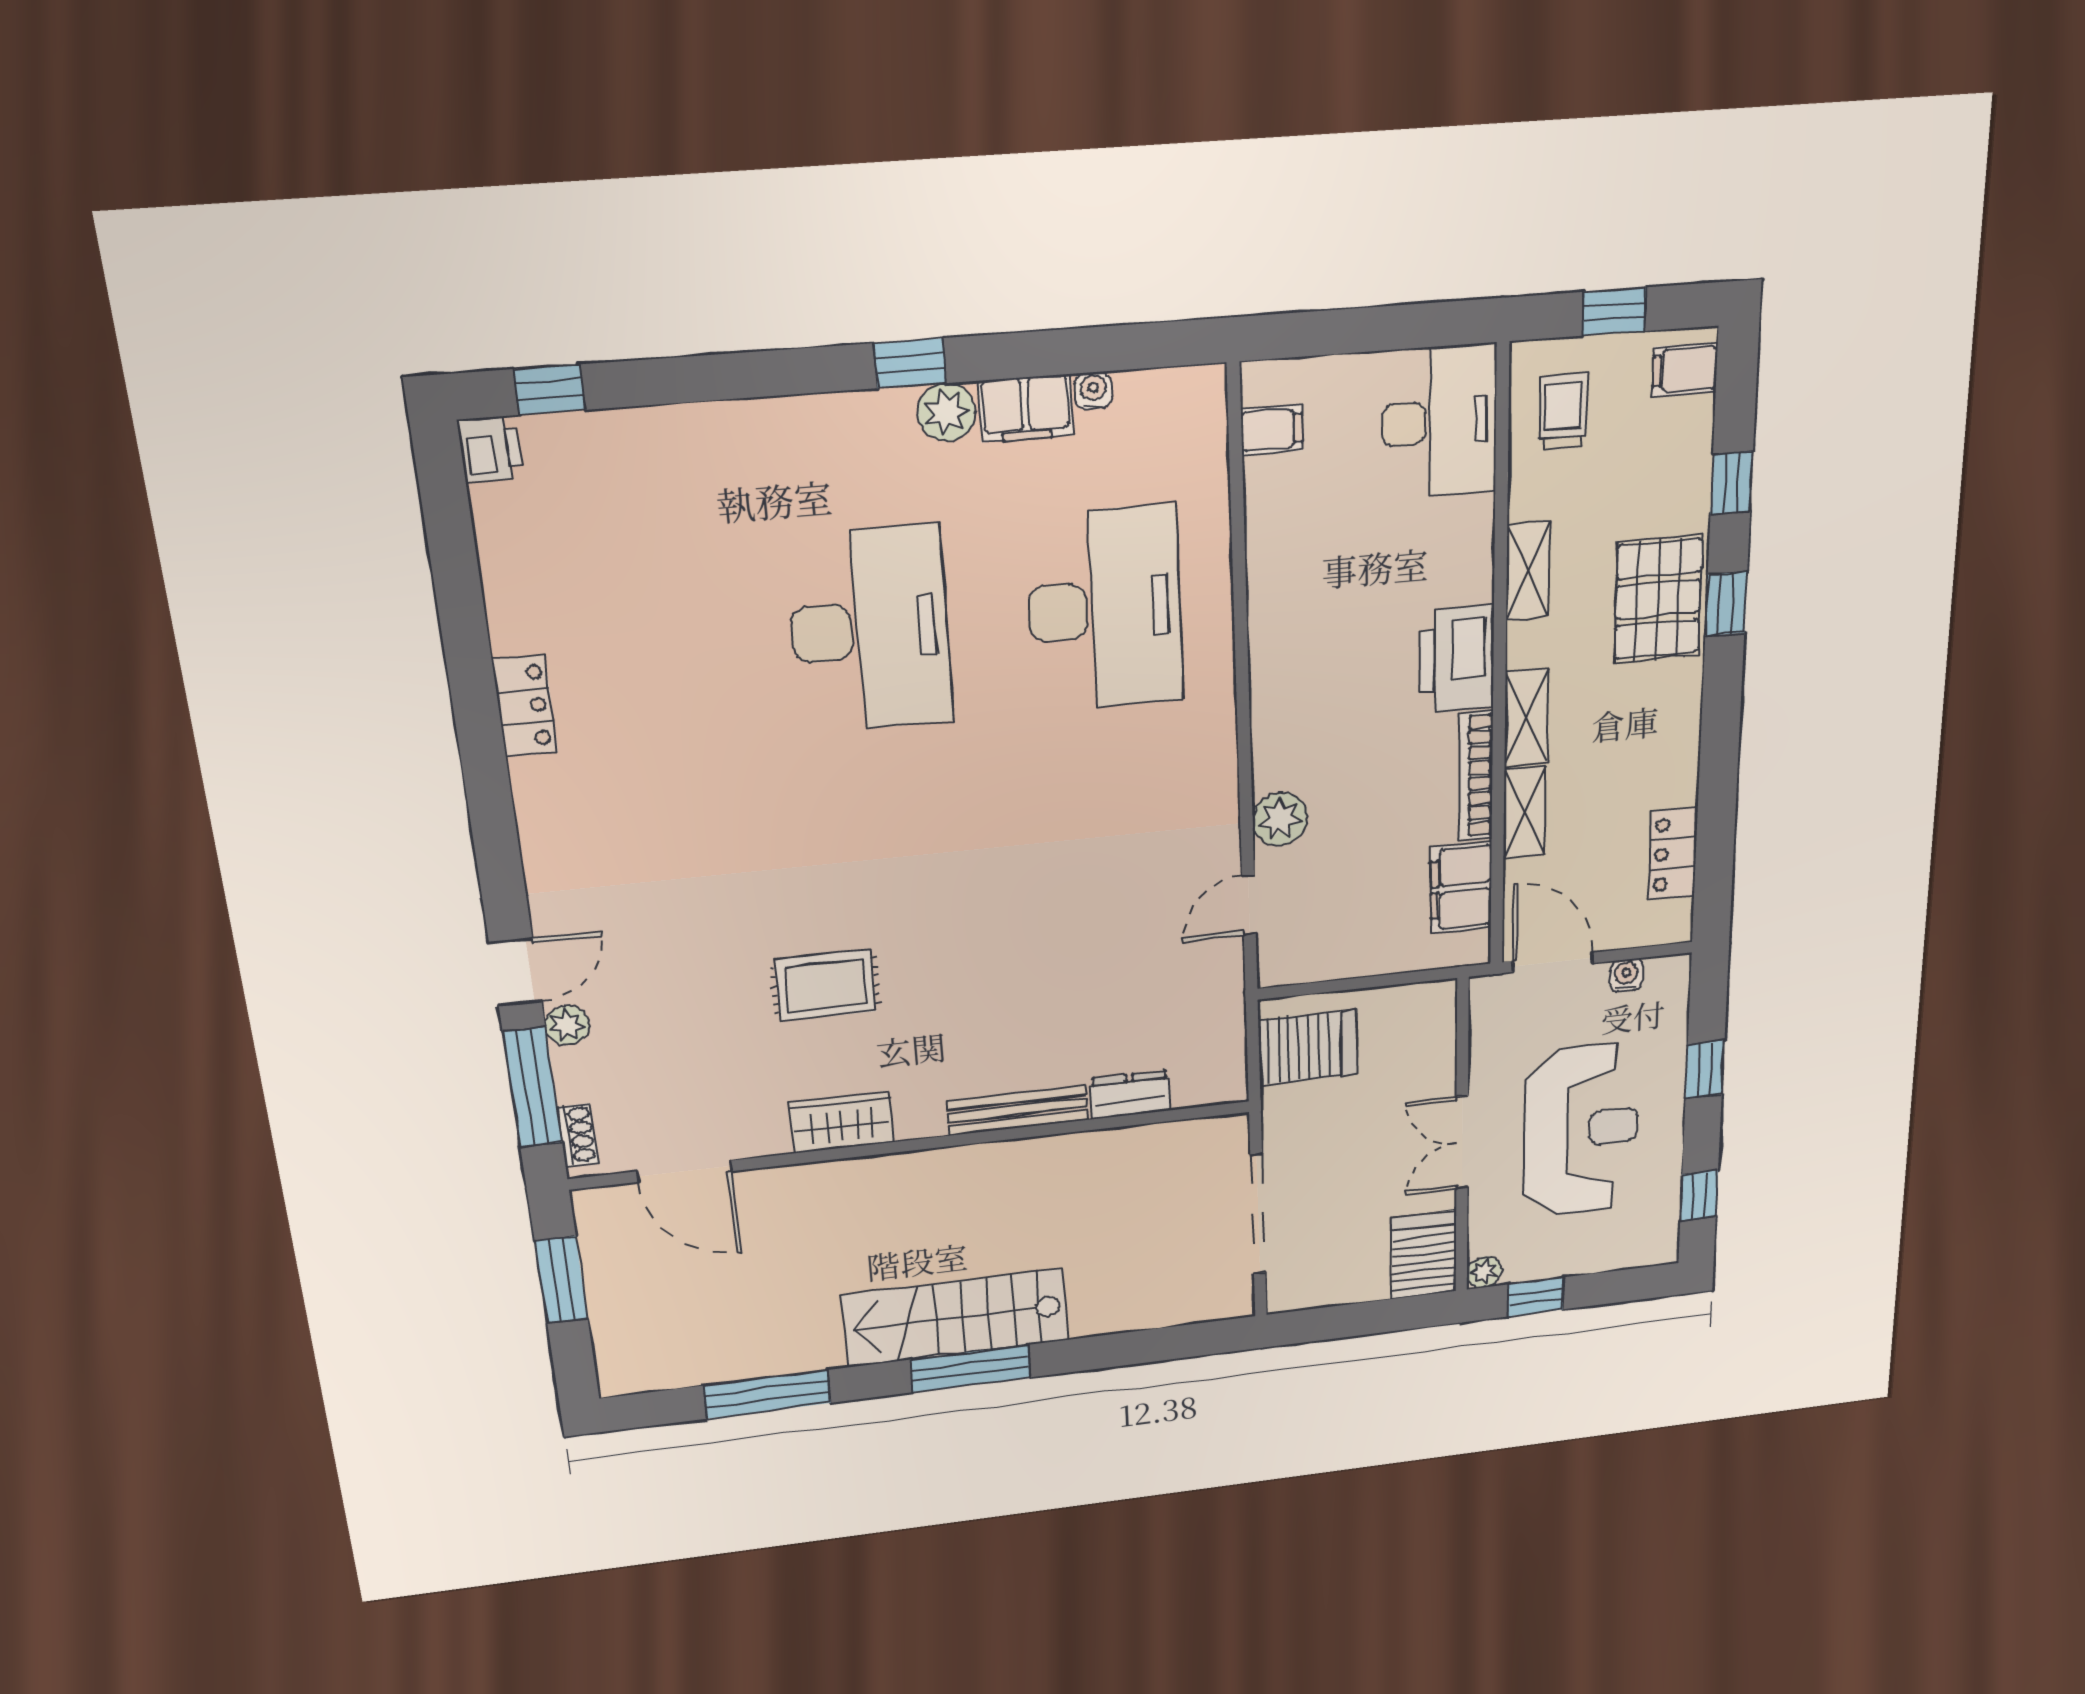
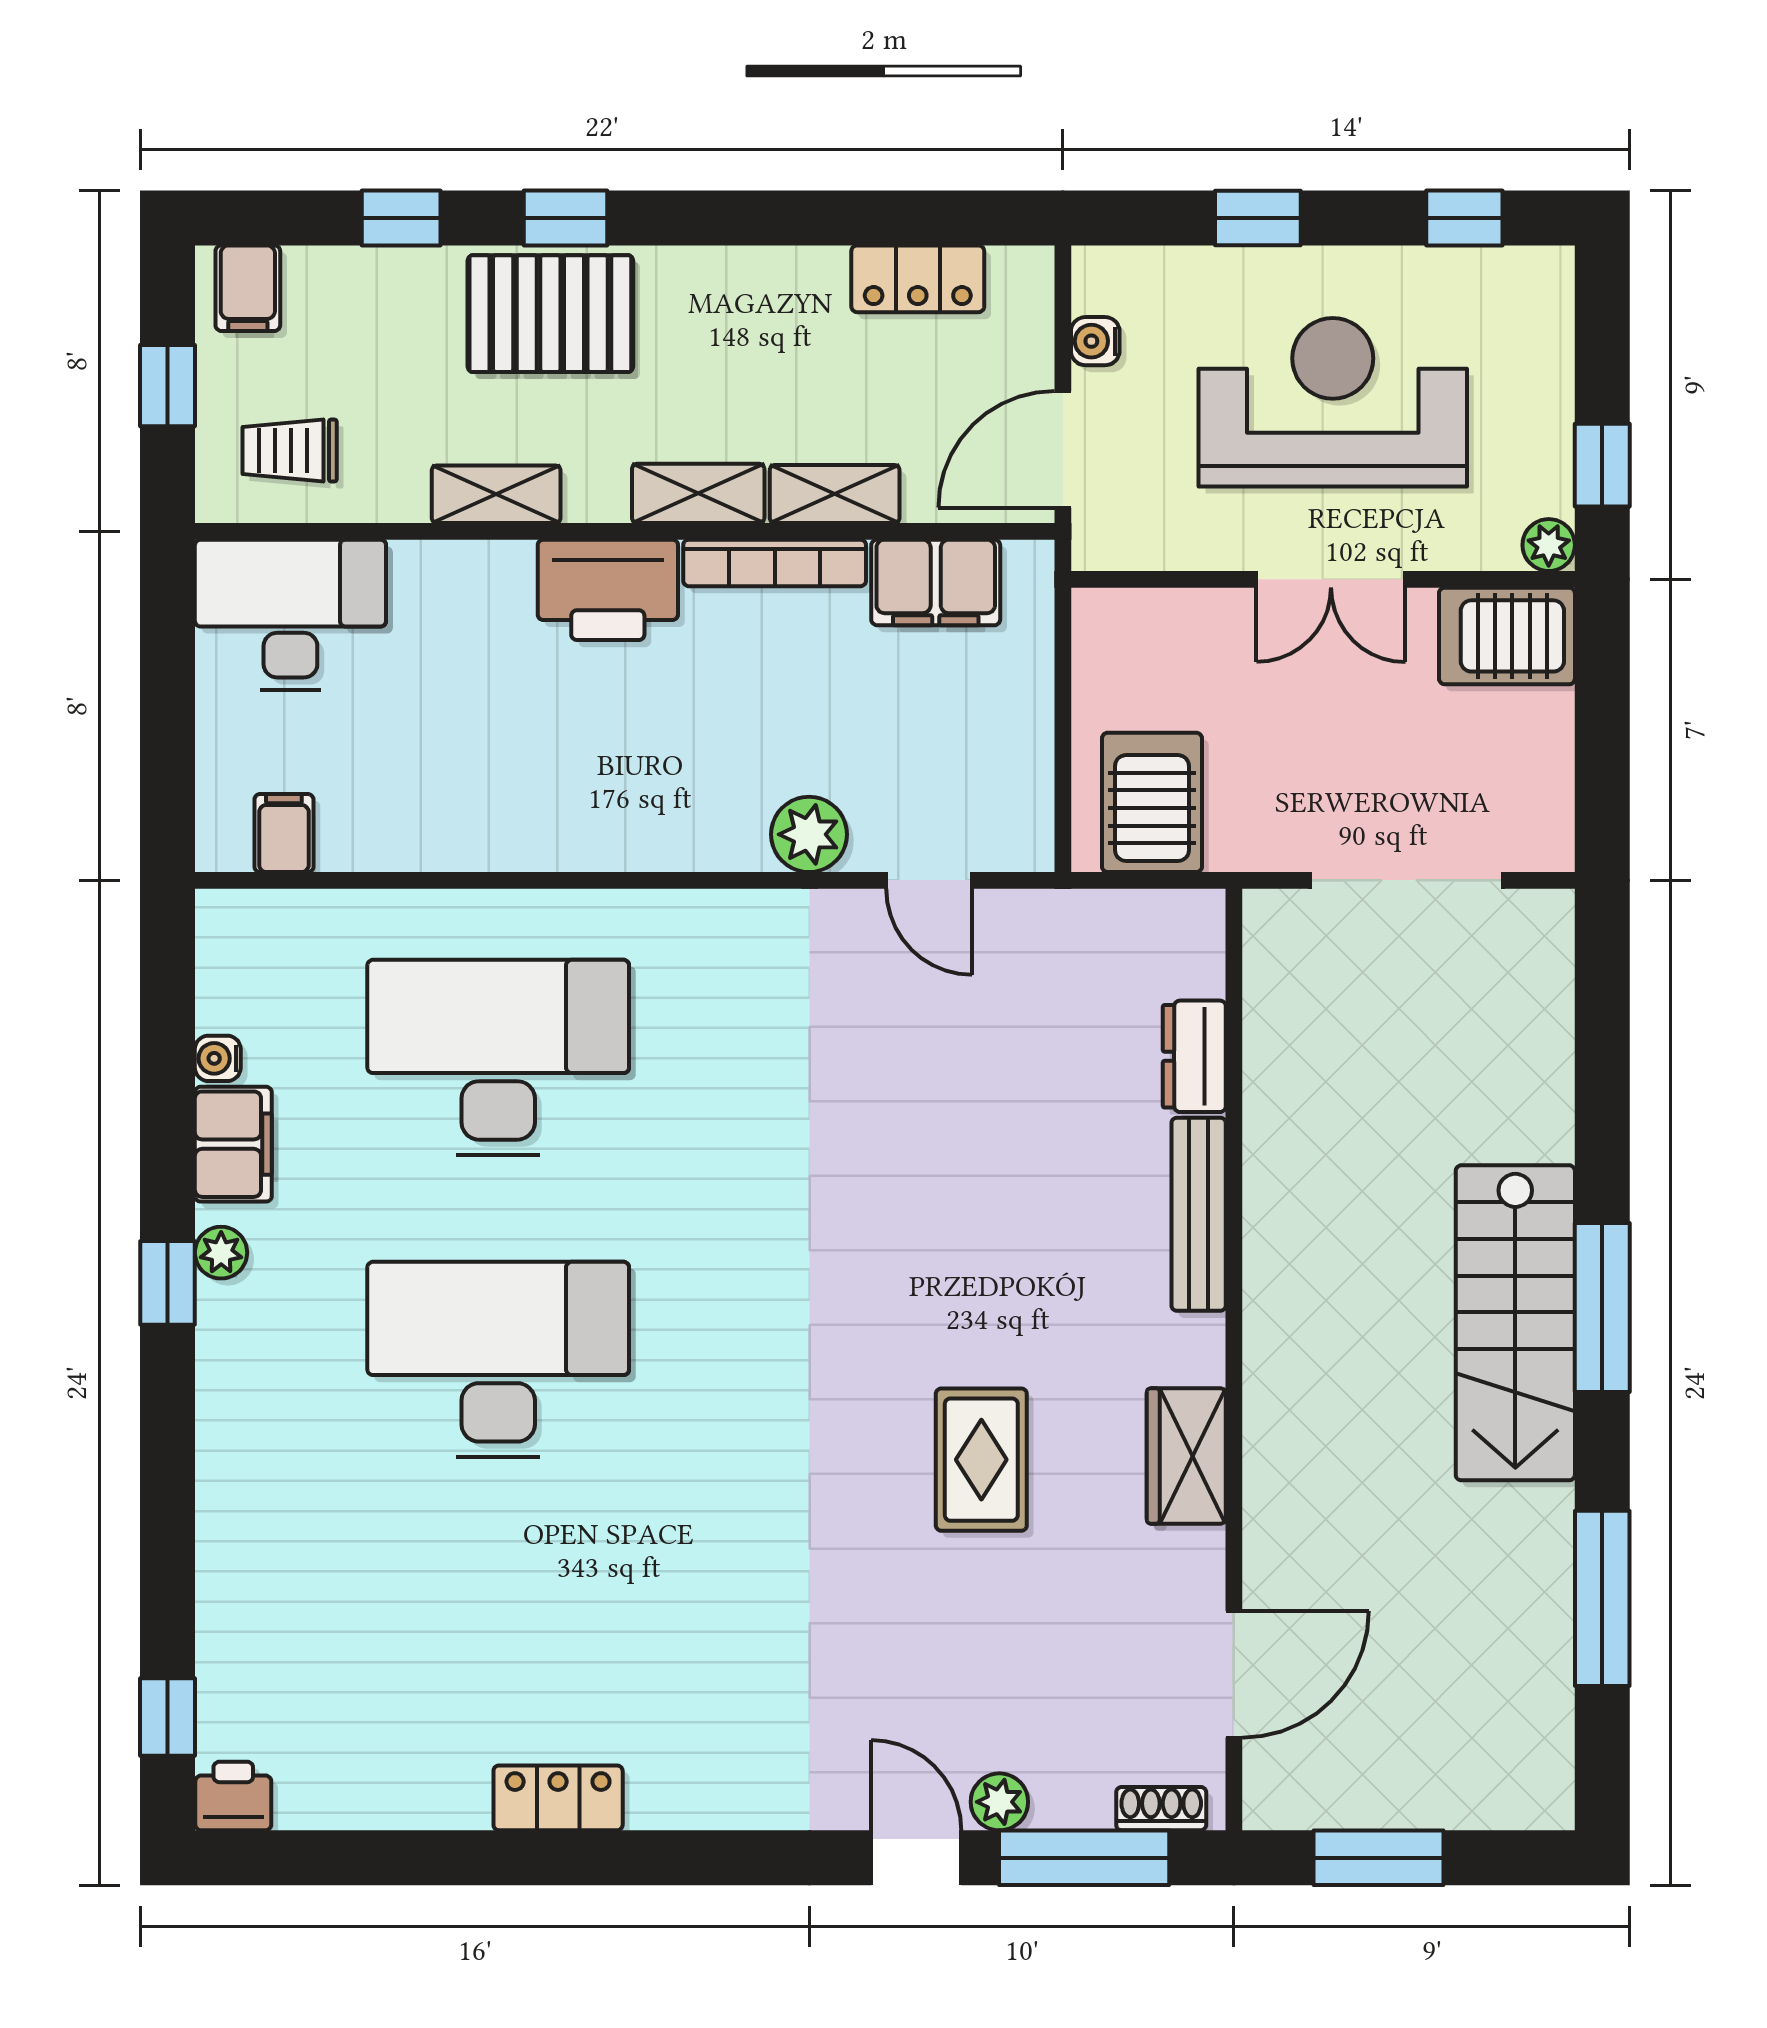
plant: (946, 412) -> (221, 1253), width x0.73, depth x0.73

